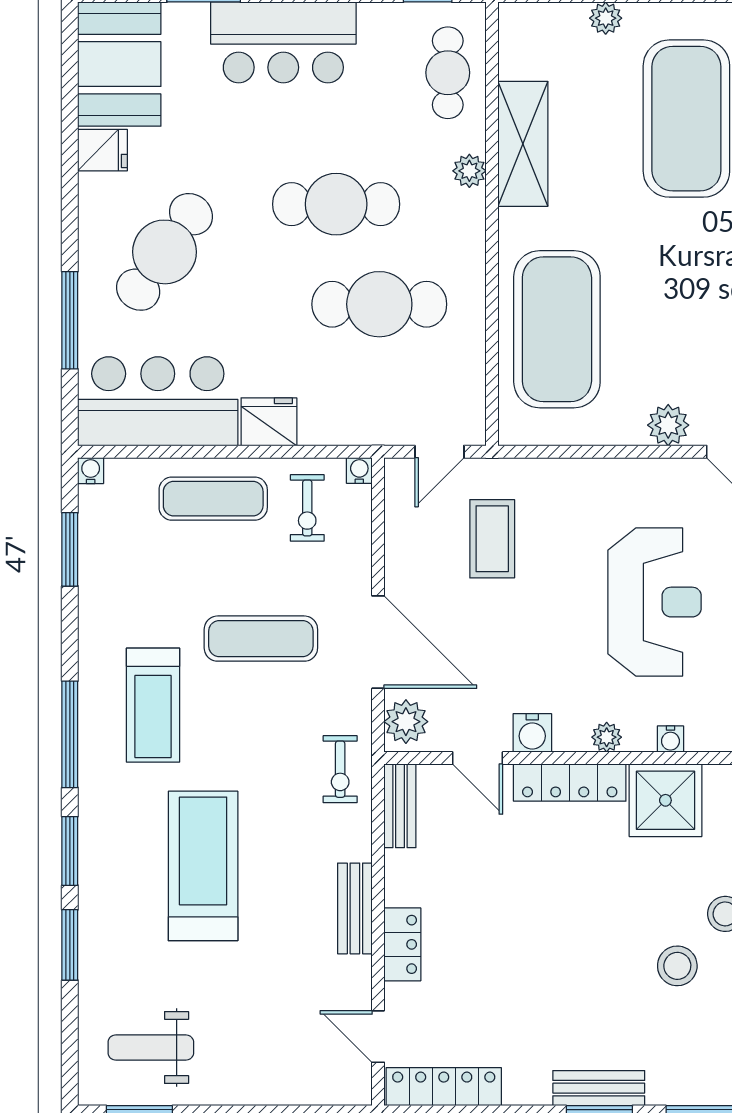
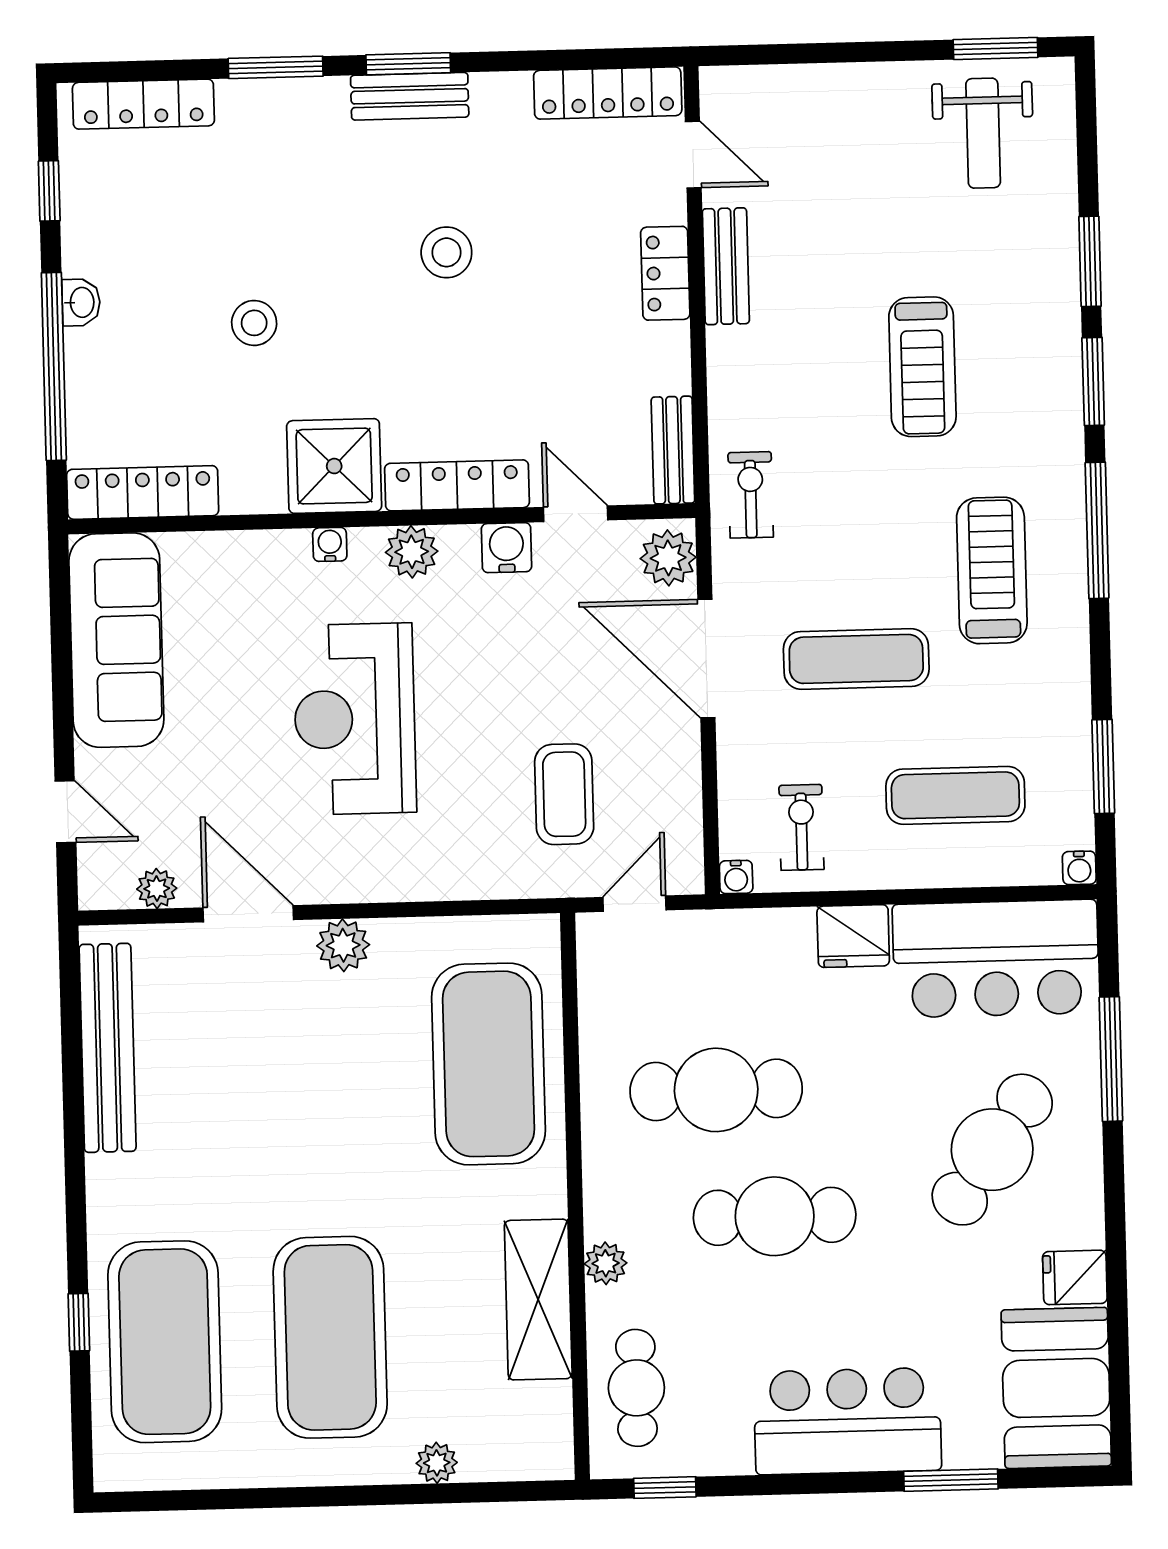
exercise mat: (213, 499) -> (955, 795), moved
plant: (607, 737) -> (412, 552), width x1.38, depth x1.38
treadmill: (203, 866) -> (922, 367), width x0.73, depth x0.73
bench: (355, 908) -> (726, 266), moved
stool: (677, 966) -> (446, 252), moved
weight bench: (151, 1047) -> (983, 133), turned 90

